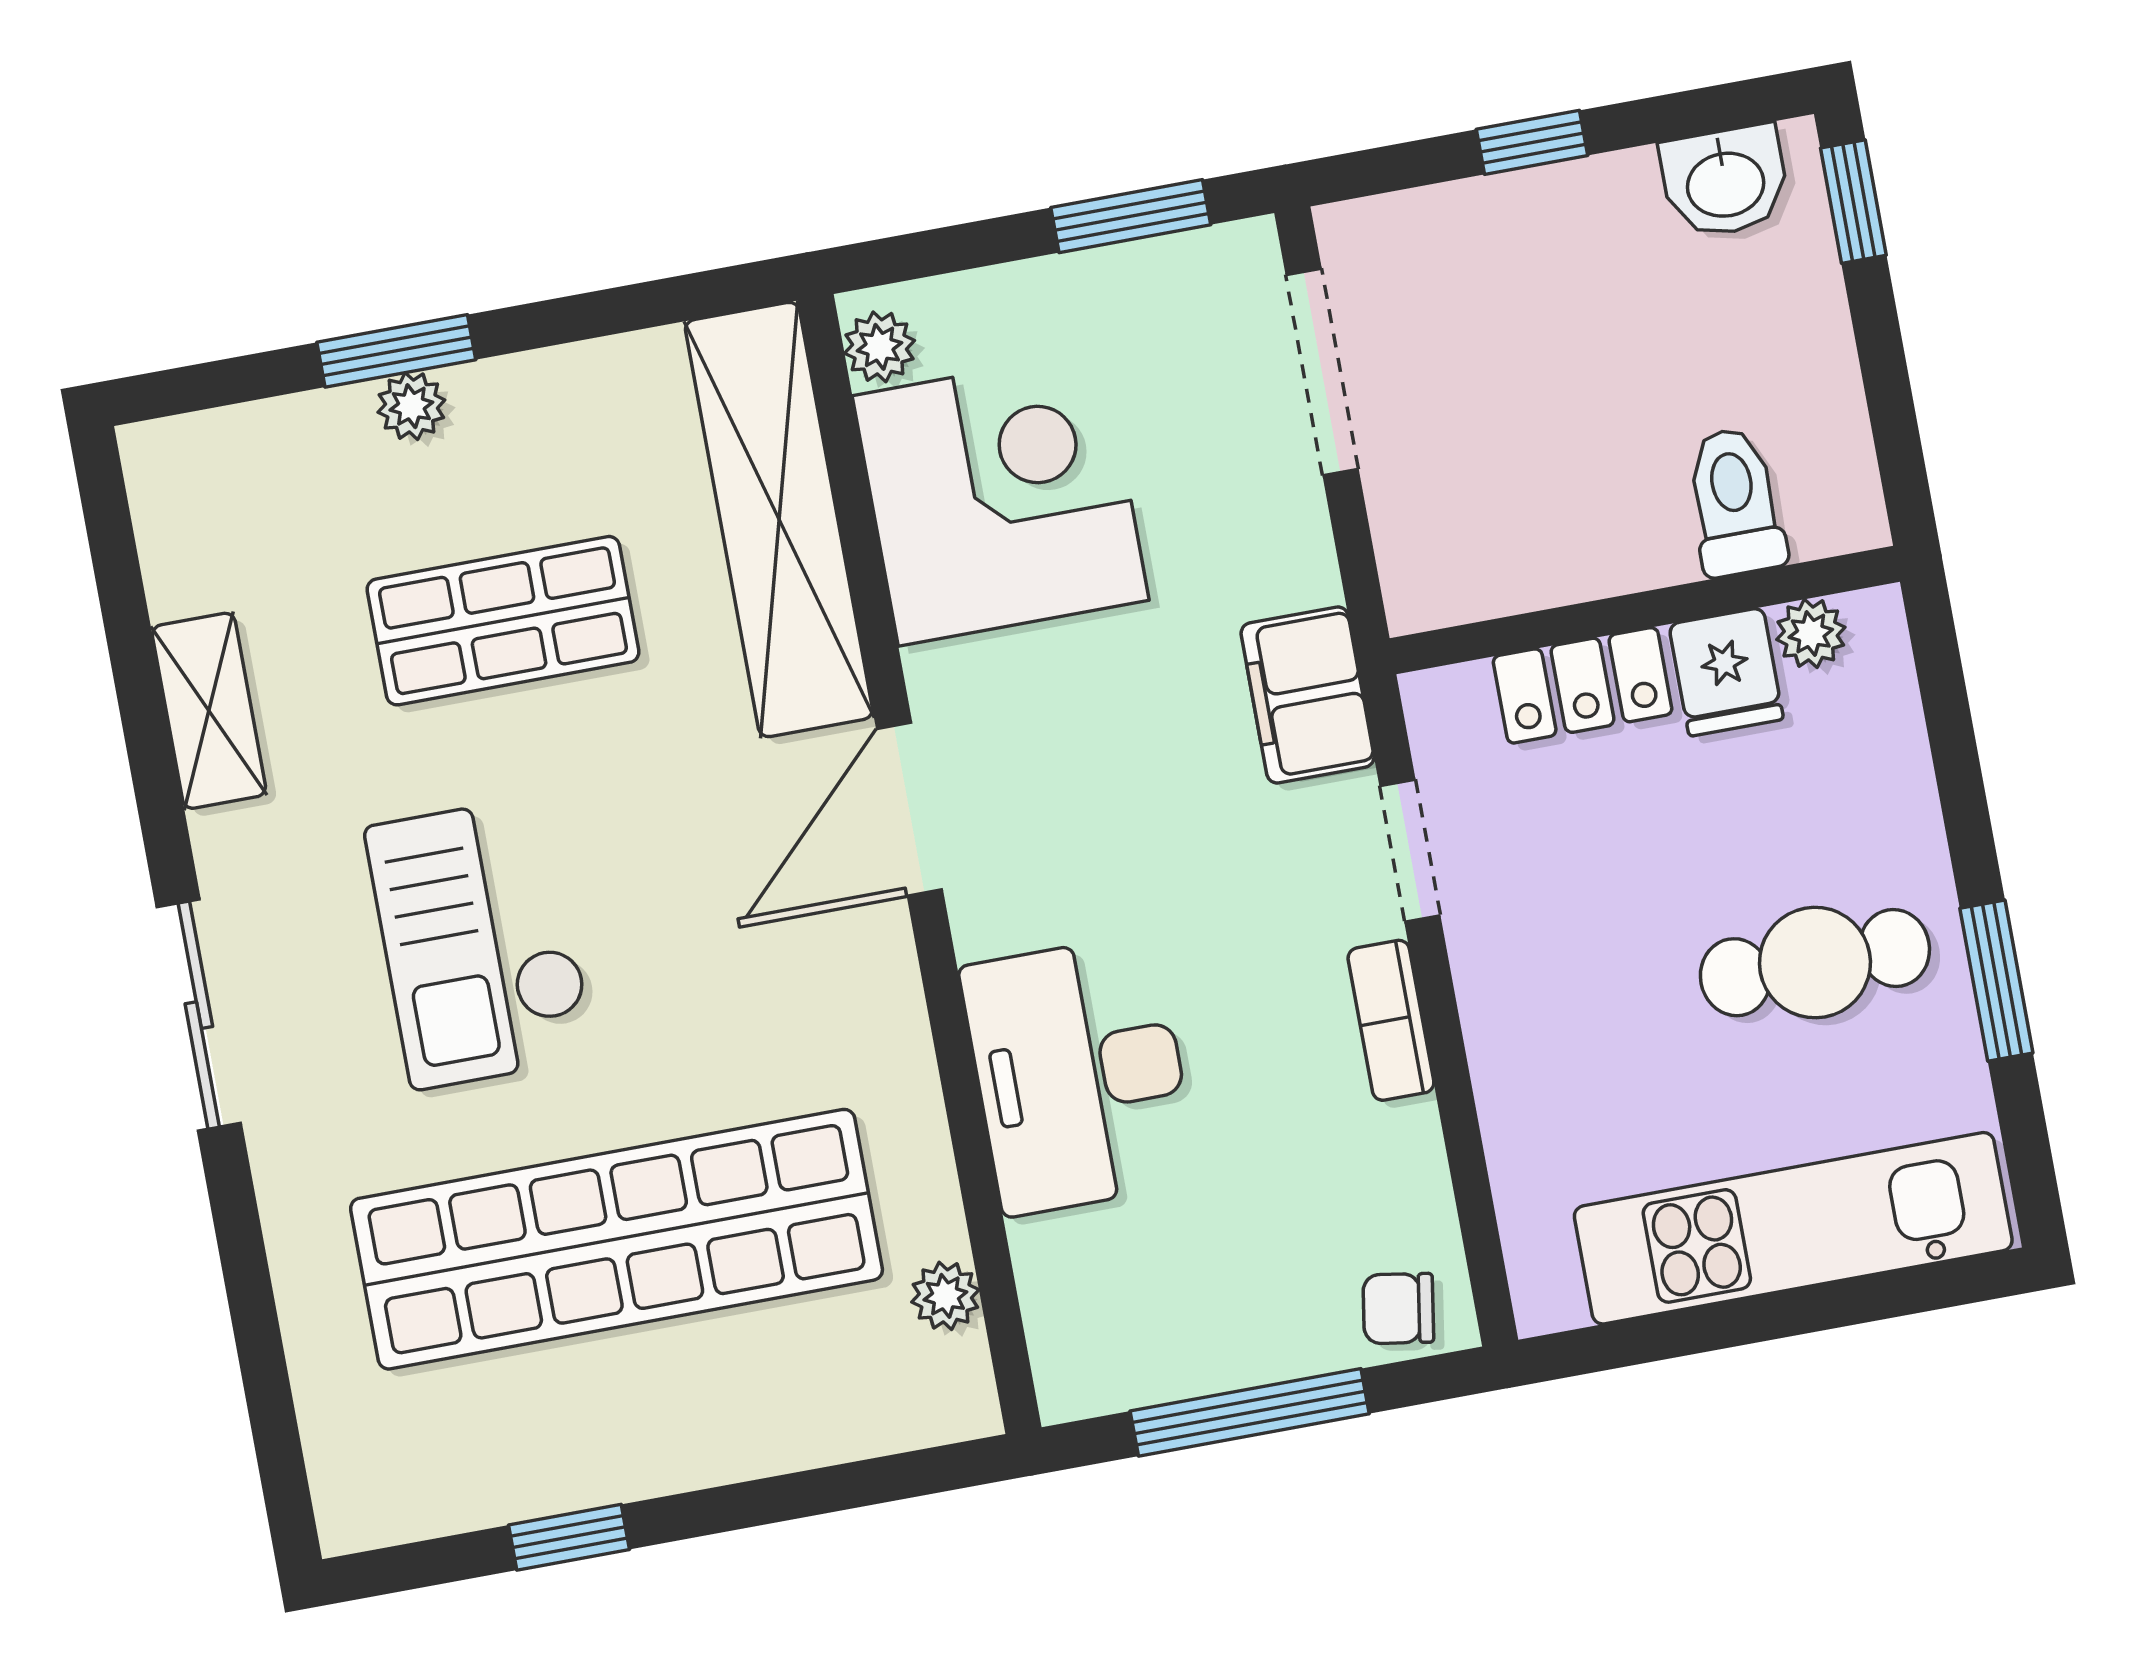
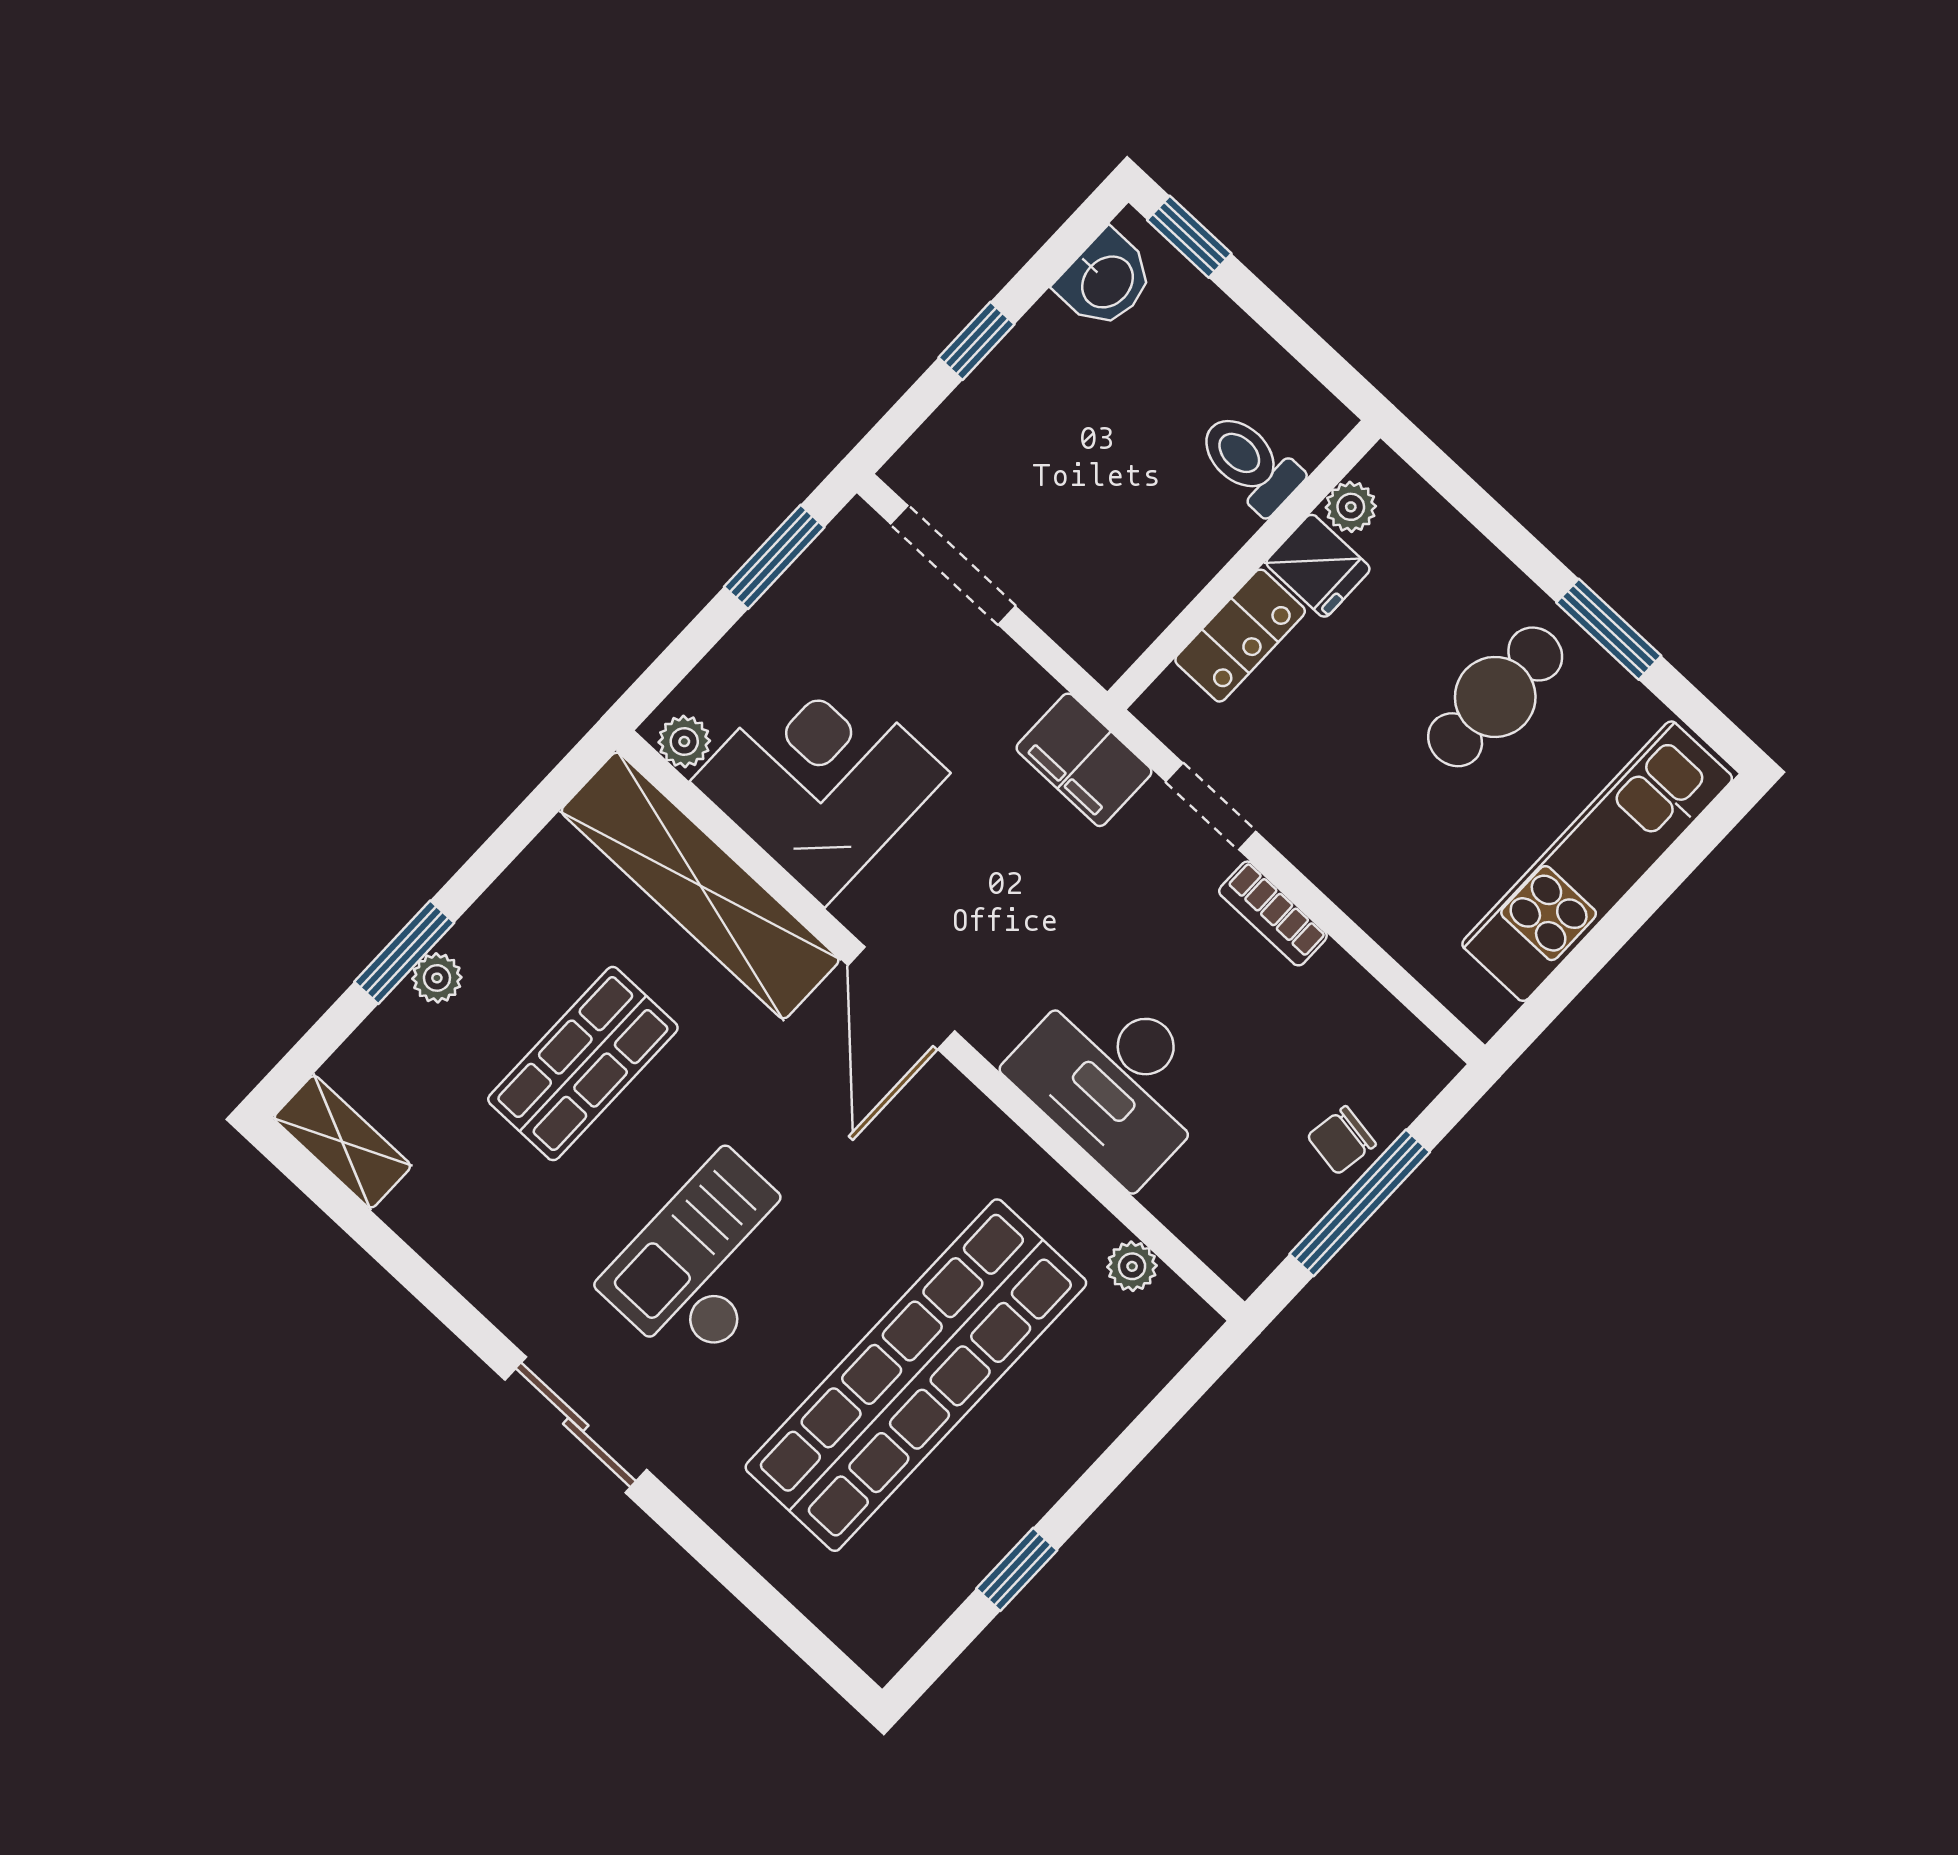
shelving: (209, 711) -> (342, 1142), moved
checkout: (480, 942) -> (708, 1261), turned 90
chair: (1398, 1309) -> (1342, 1140), moved

